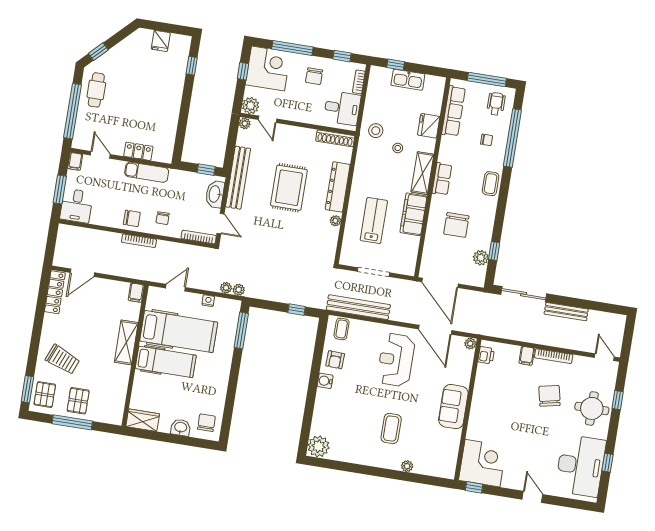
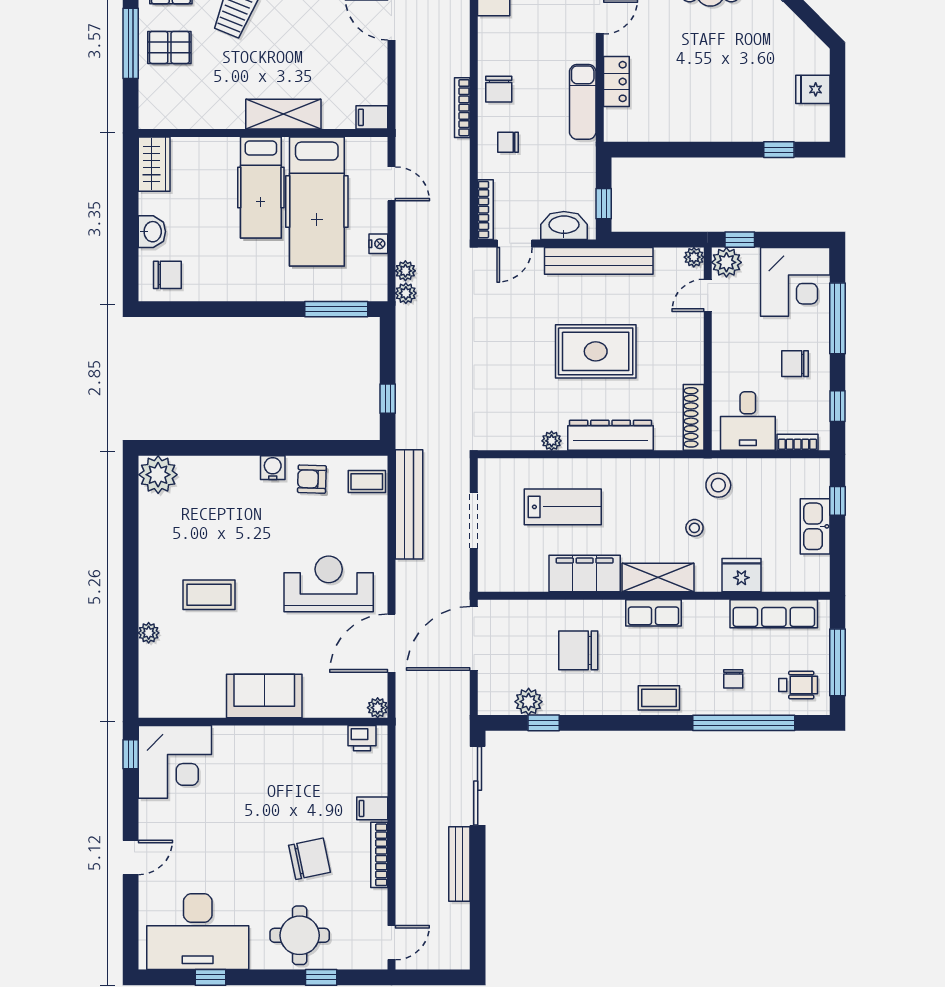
window: (243, 71) -> (740, 240), moved

